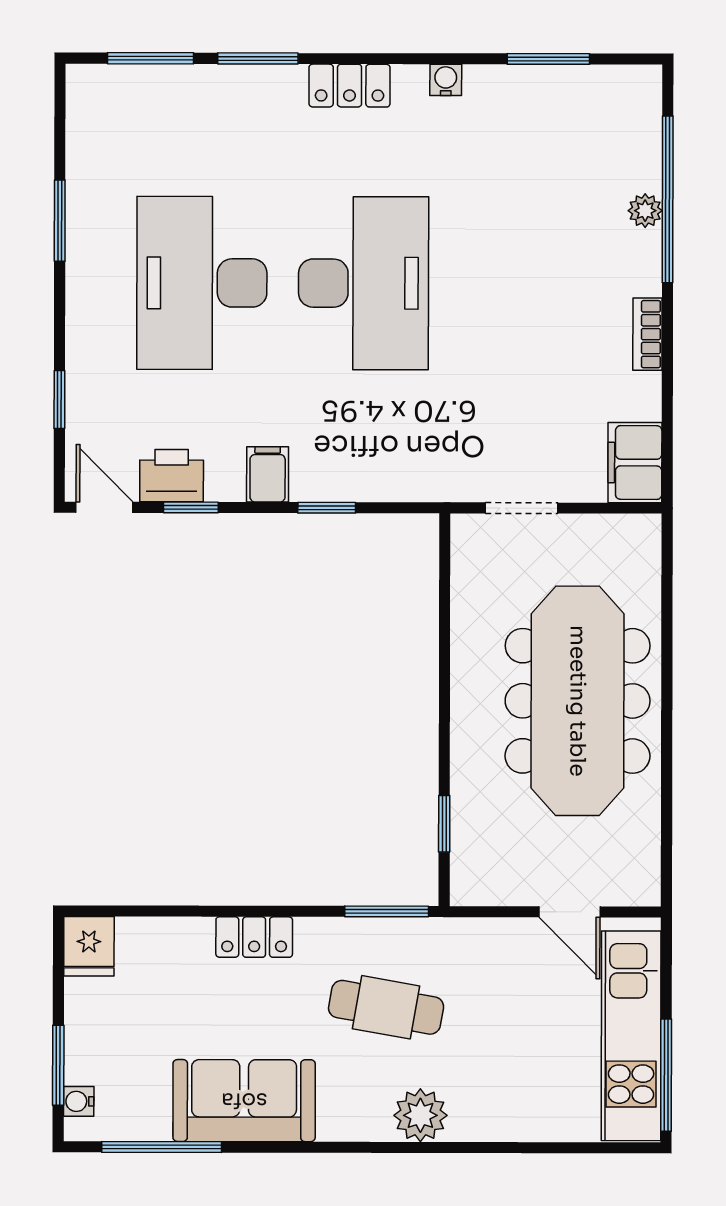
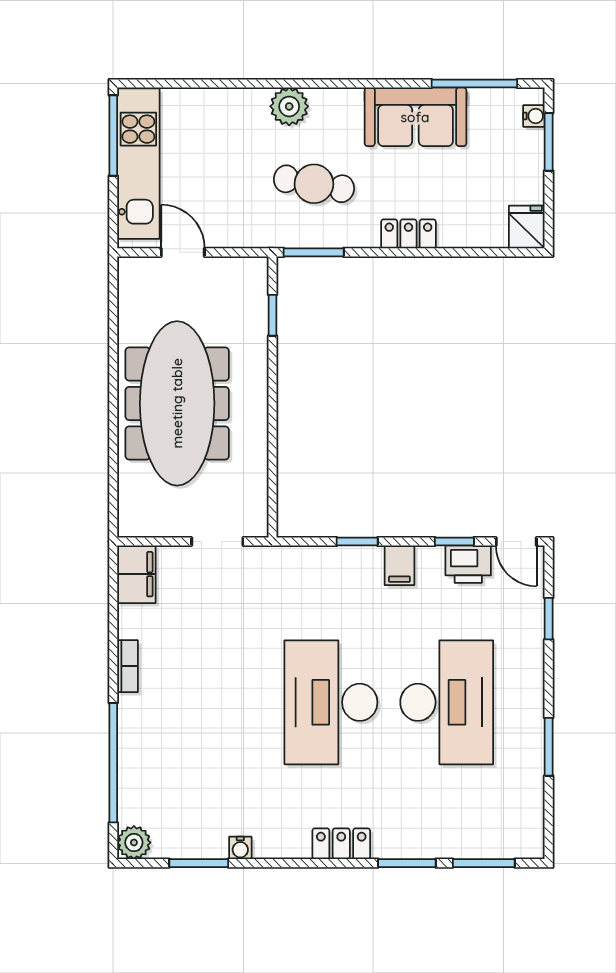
water cooler: (446, 80) -> (240, 848), moved
plant: (645, 211) -> (134, 843), moved, width x1.38, depth x1.38

